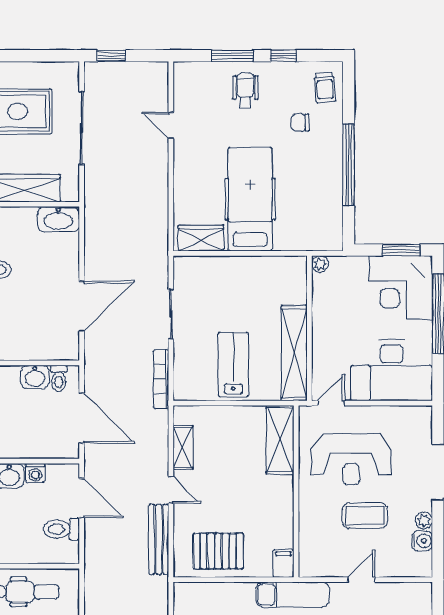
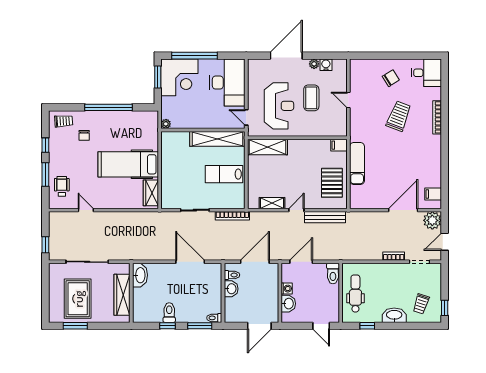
wheelchair: (245, 90) -> (62, 186), moved, turned 90
door: (171, 126) -> (86, 210), swing flipped
toilet: (61, 529) -> (333, 273), moved
exam couch: (293, 595) -> (357, 164), moved

